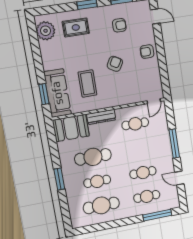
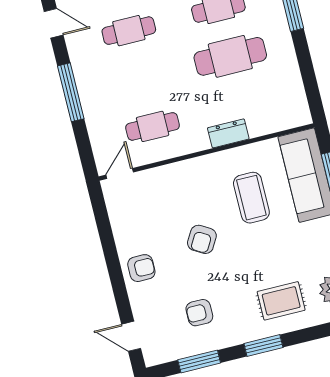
dresser: (101, 117) -> (228, 133), width x0.70
booth: (71, 128) -> (277, 110), removed

